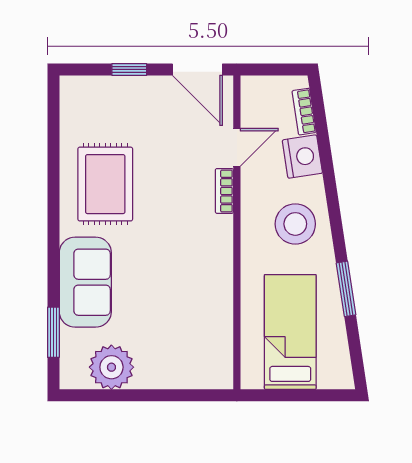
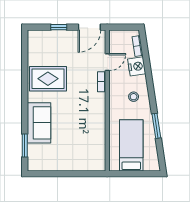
door: (197, 69) -> (89, 27), hinge flipped
rug: (105, 184) -> (48, 79), turned 90
stool: (295, 224) -> (134, 97), width x0.53, depth x0.53
plant: (111, 367) -> (51, 161), removed

